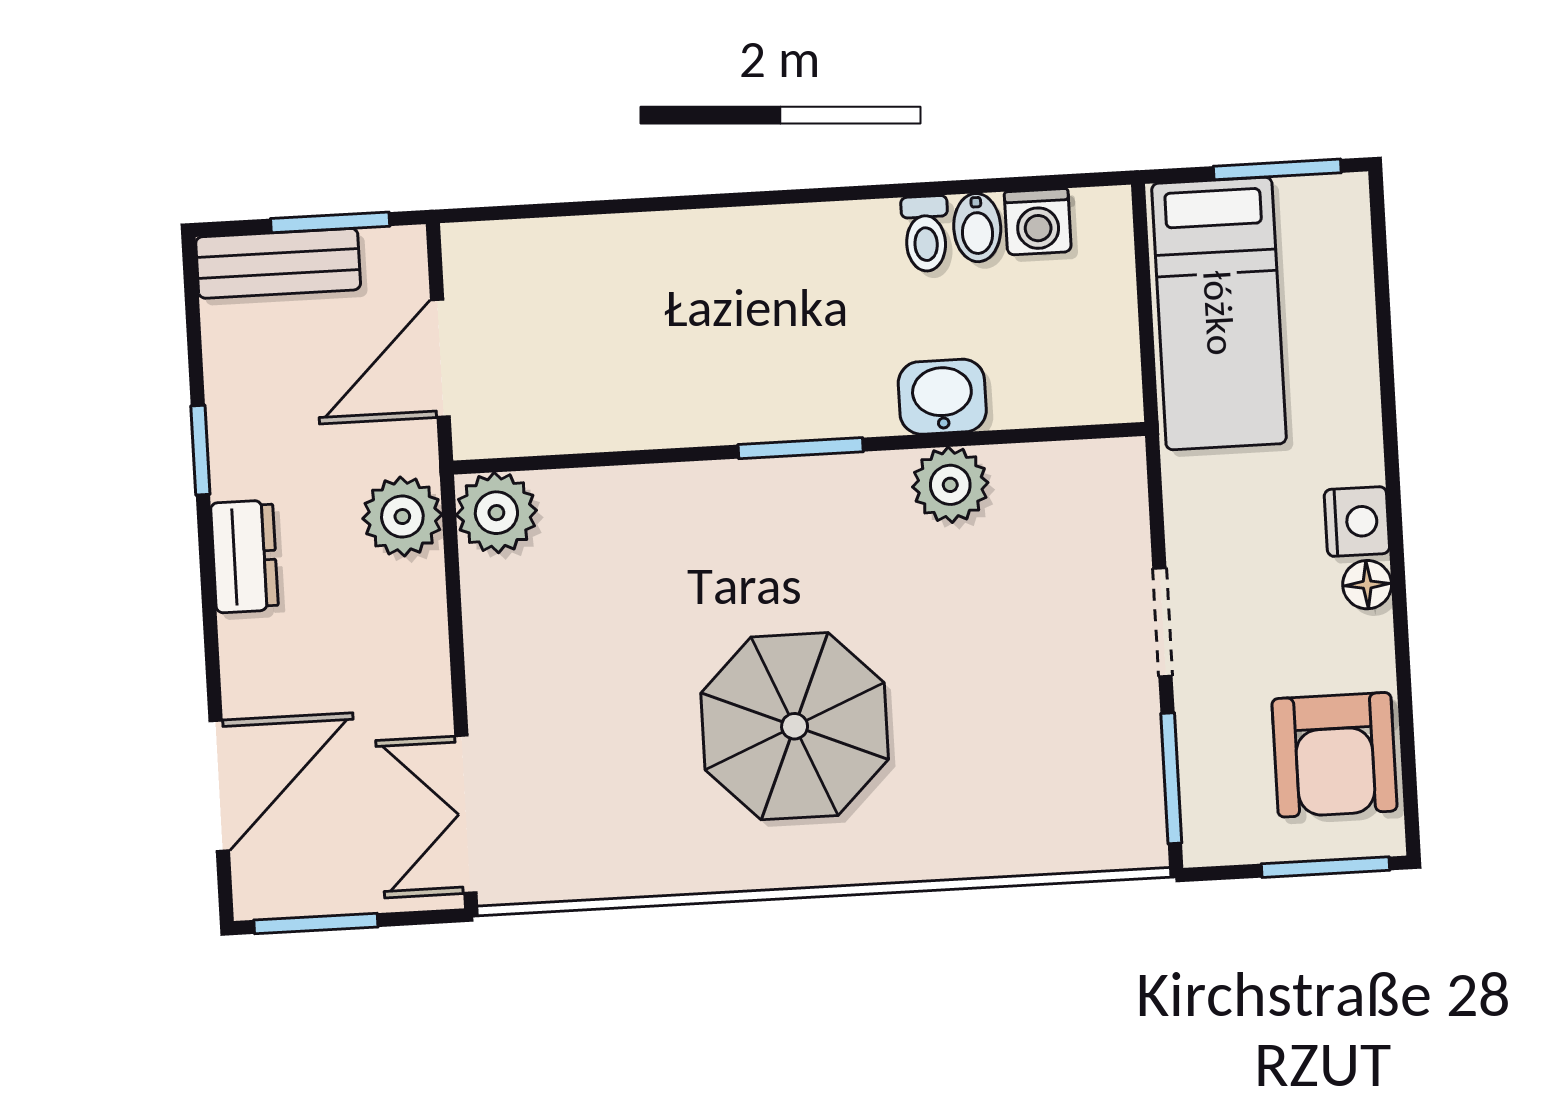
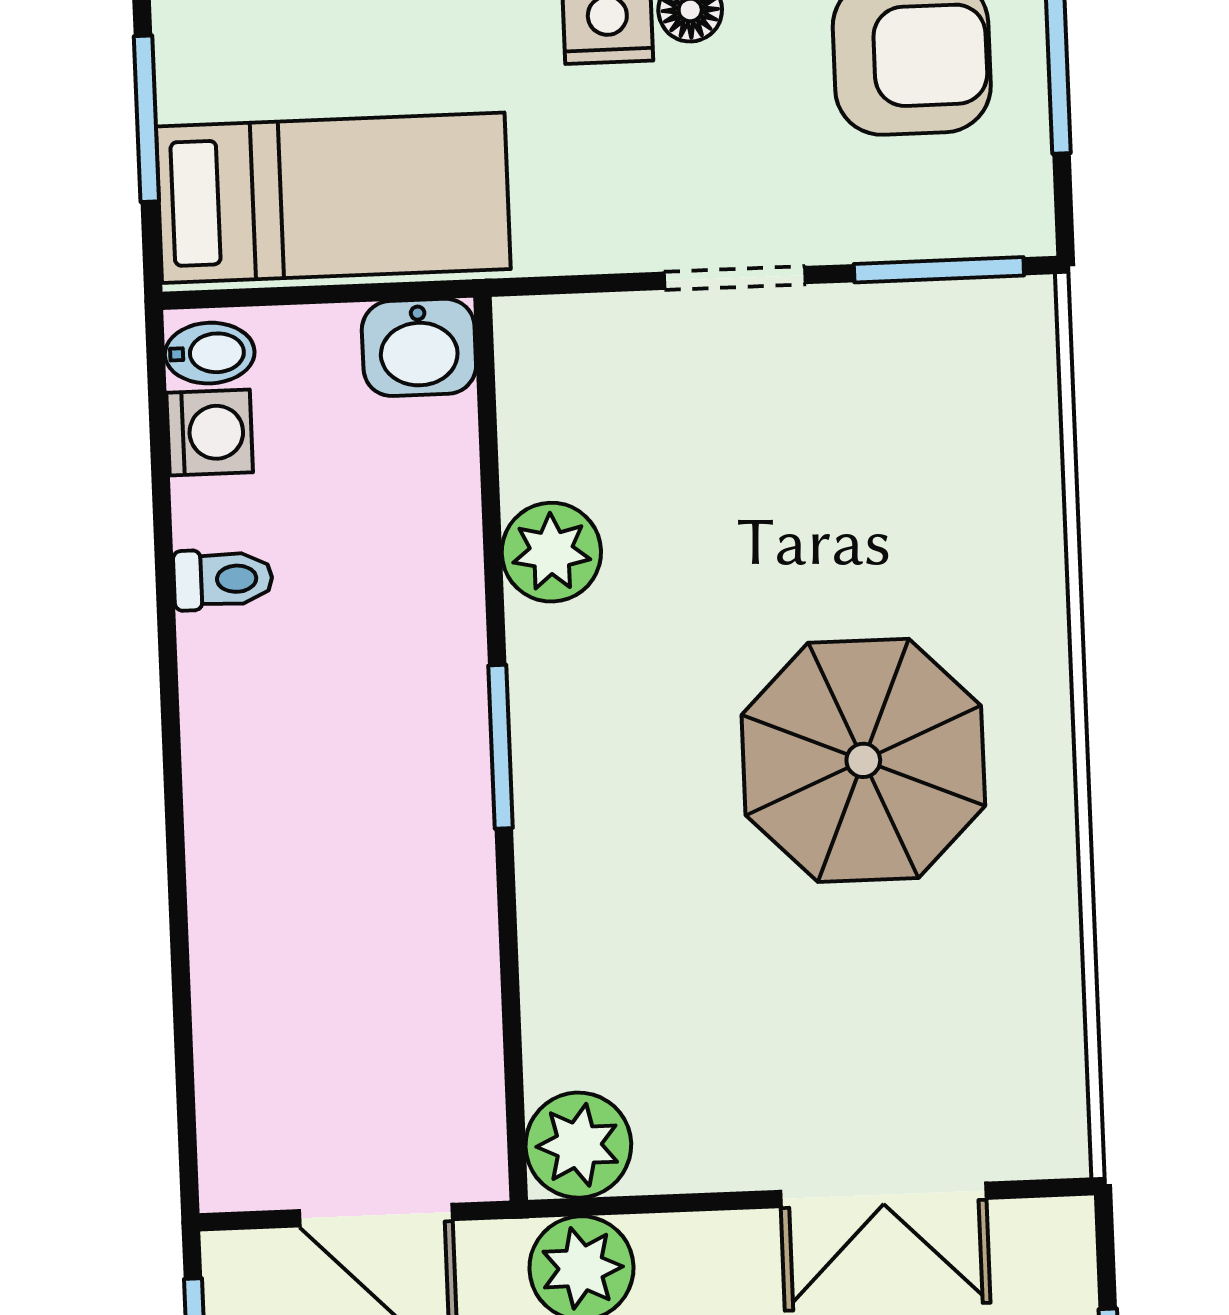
bidet: (977, 228) -> (210, 353), moved
washbasin: (942, 397) -> (419, 347), moved, turned -90
double door: (466, 814) -> (883, 1195), moved

